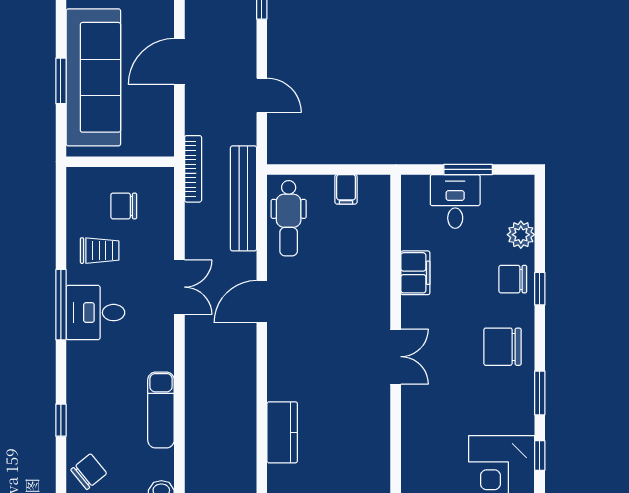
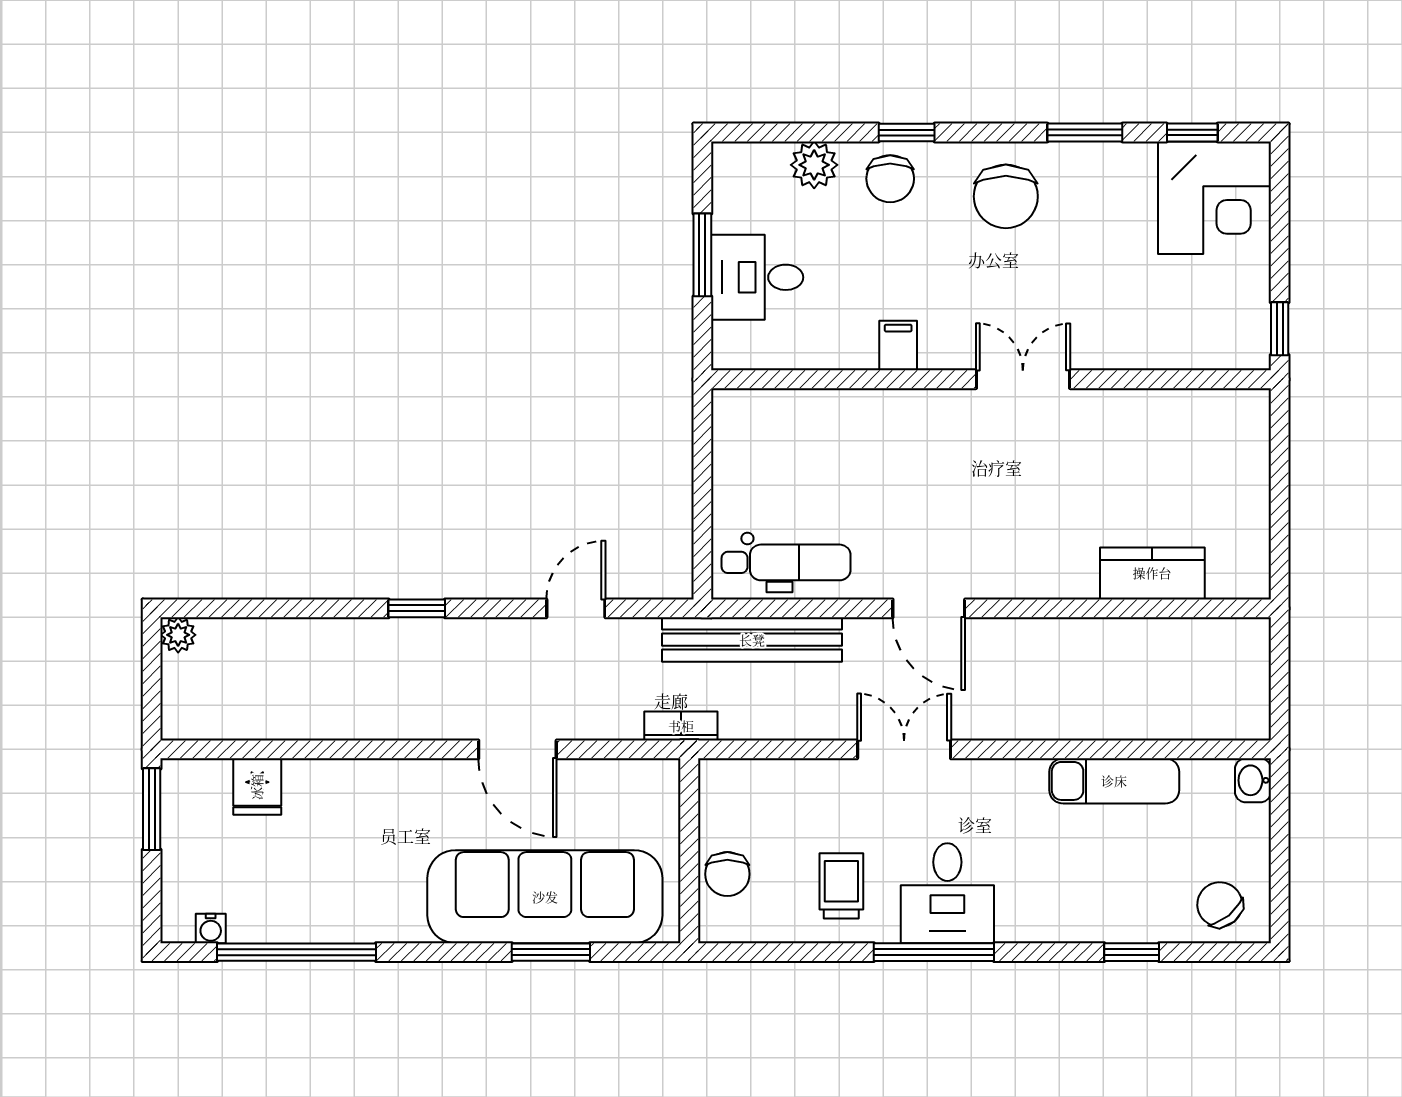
bookcase: (193, 169) -> (681, 726), width x0.64
filing cabinet: (346, 189) -> (736, 464), removed
chair: (124, 206) -> (727, 874), moved
filing cabinet: (415, 273) -> (898, 346), width x0.50

